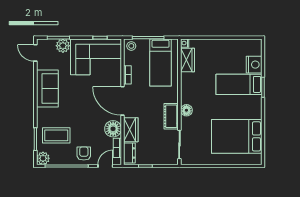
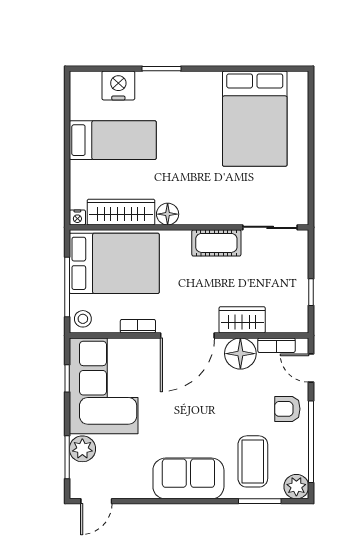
wardrobe: (187, 60) -> (121, 212), width x1.50
bed: (160, 62) -> (114, 263), width x1.50
bed: (239, 84) -> (113, 140), moved, turned -90
sofa: (47, 89) -> (188, 478), moved
floor lamp: (186, 110) -> (168, 214), moved
dresser: (129, 153) -> (286, 322), removed

